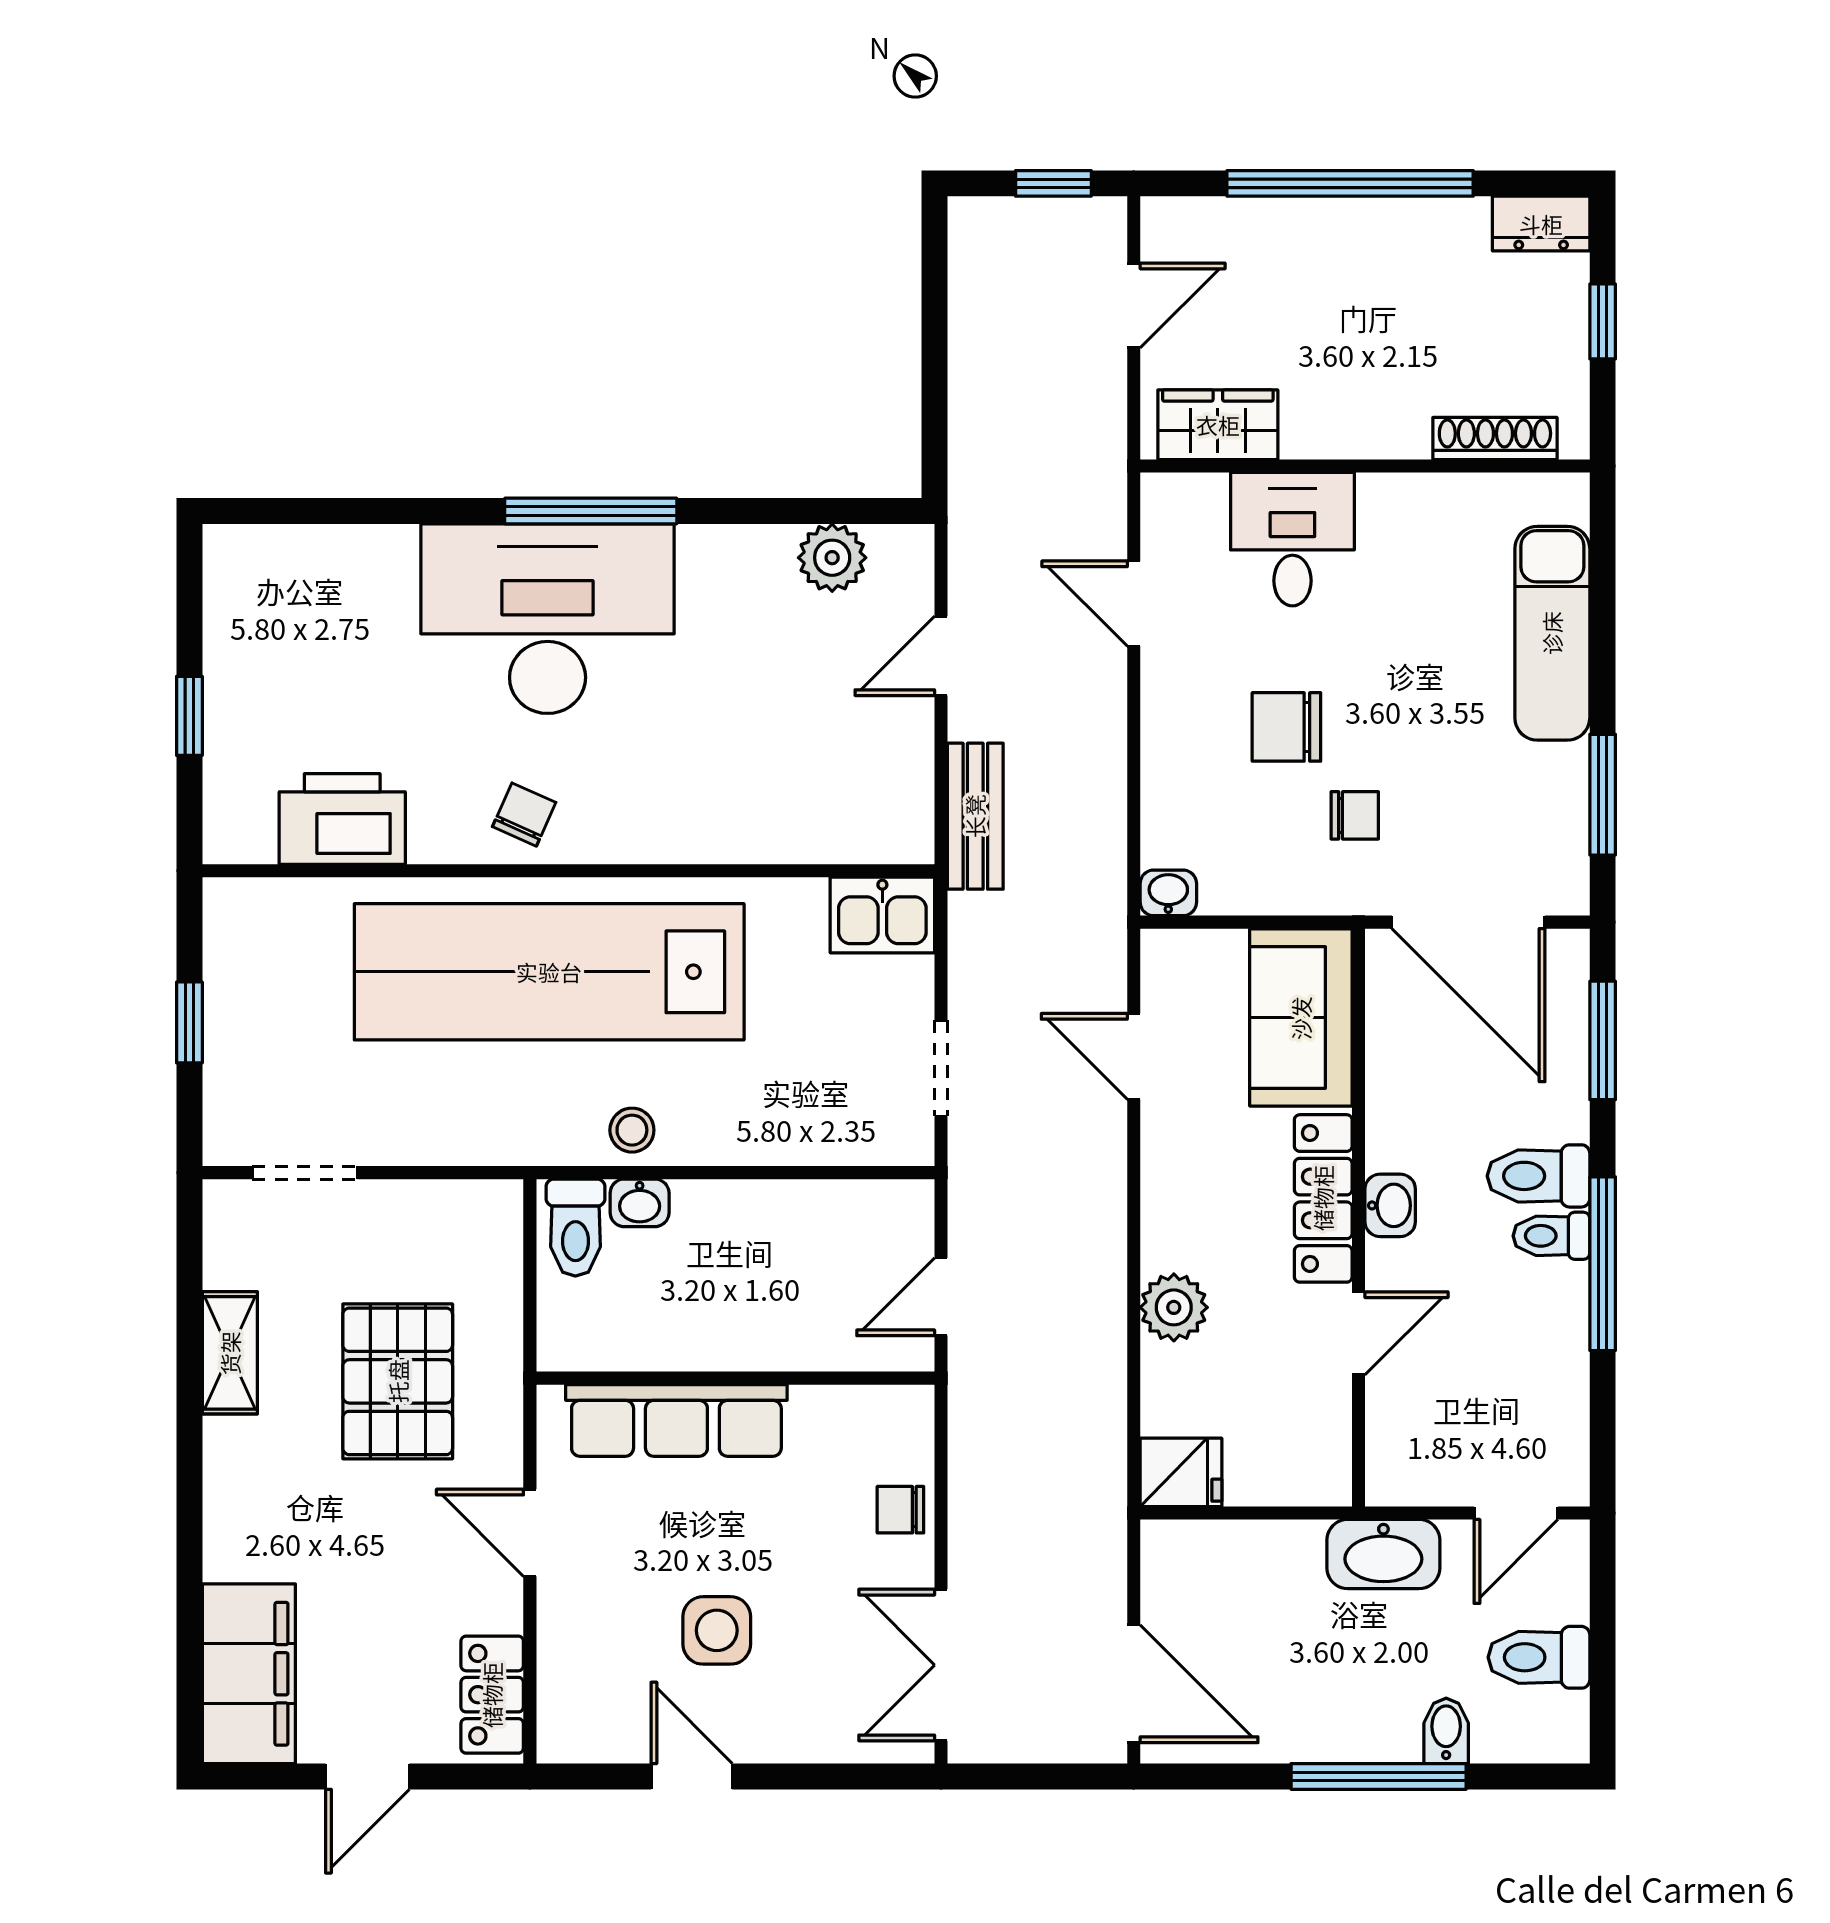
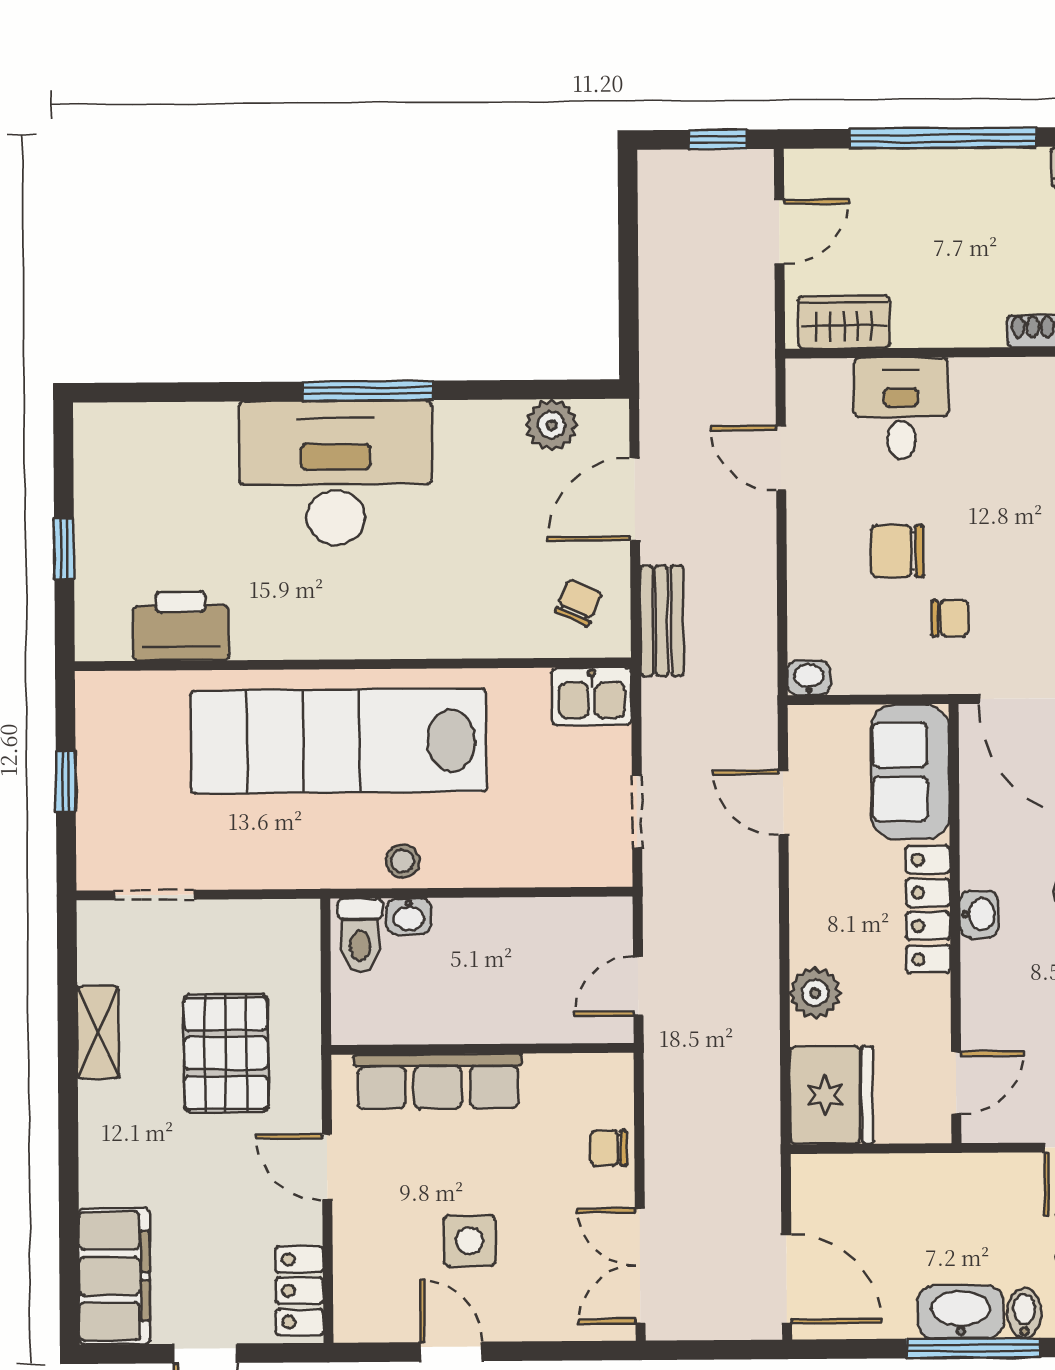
door: (941, 656) -> (635, 499), width x1.38
chair: (524, 815) -> (578, 603), moved
door: (1359, 1333) -> (956, 1083), moved
fridge: (1181, 1472) -> (832, 1095), width x1.88, depth x1.34
washbasin: (1383, 1554) -> (961, 1312), moved, turned 180

